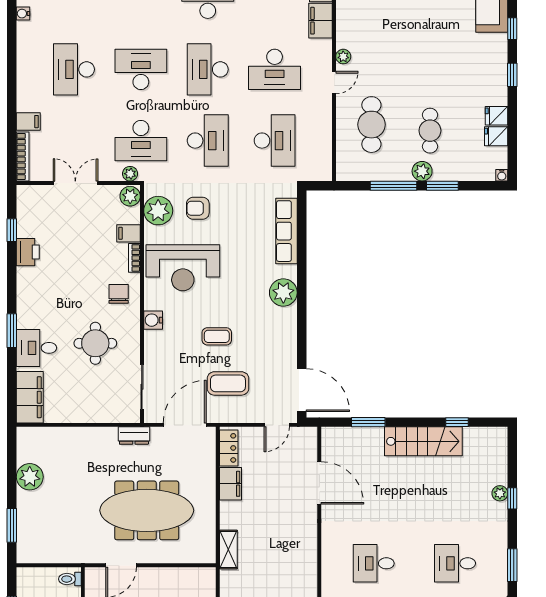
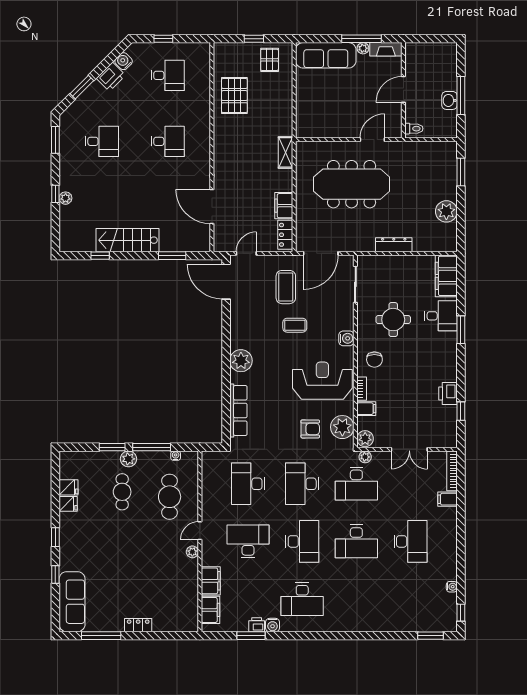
desk: (141, 141) -> (356, 484), turned 180
water cooler: (502, 175) -> (176, 456), moved
coffee table: (228, 383) -> (286, 287), turned 90
dresser: (134, 436) -> (394, 245), moved, width x1.44

